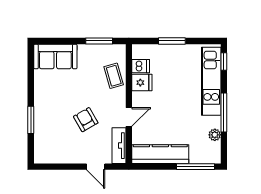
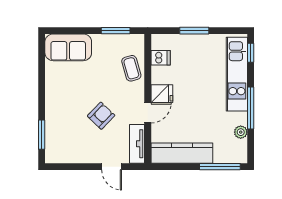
fridge: (142, 83) -> (162, 94), moved
window: (31, 120) -> (42, 135), moved
armchair: (86, 120) -> (101, 116), turned 74

